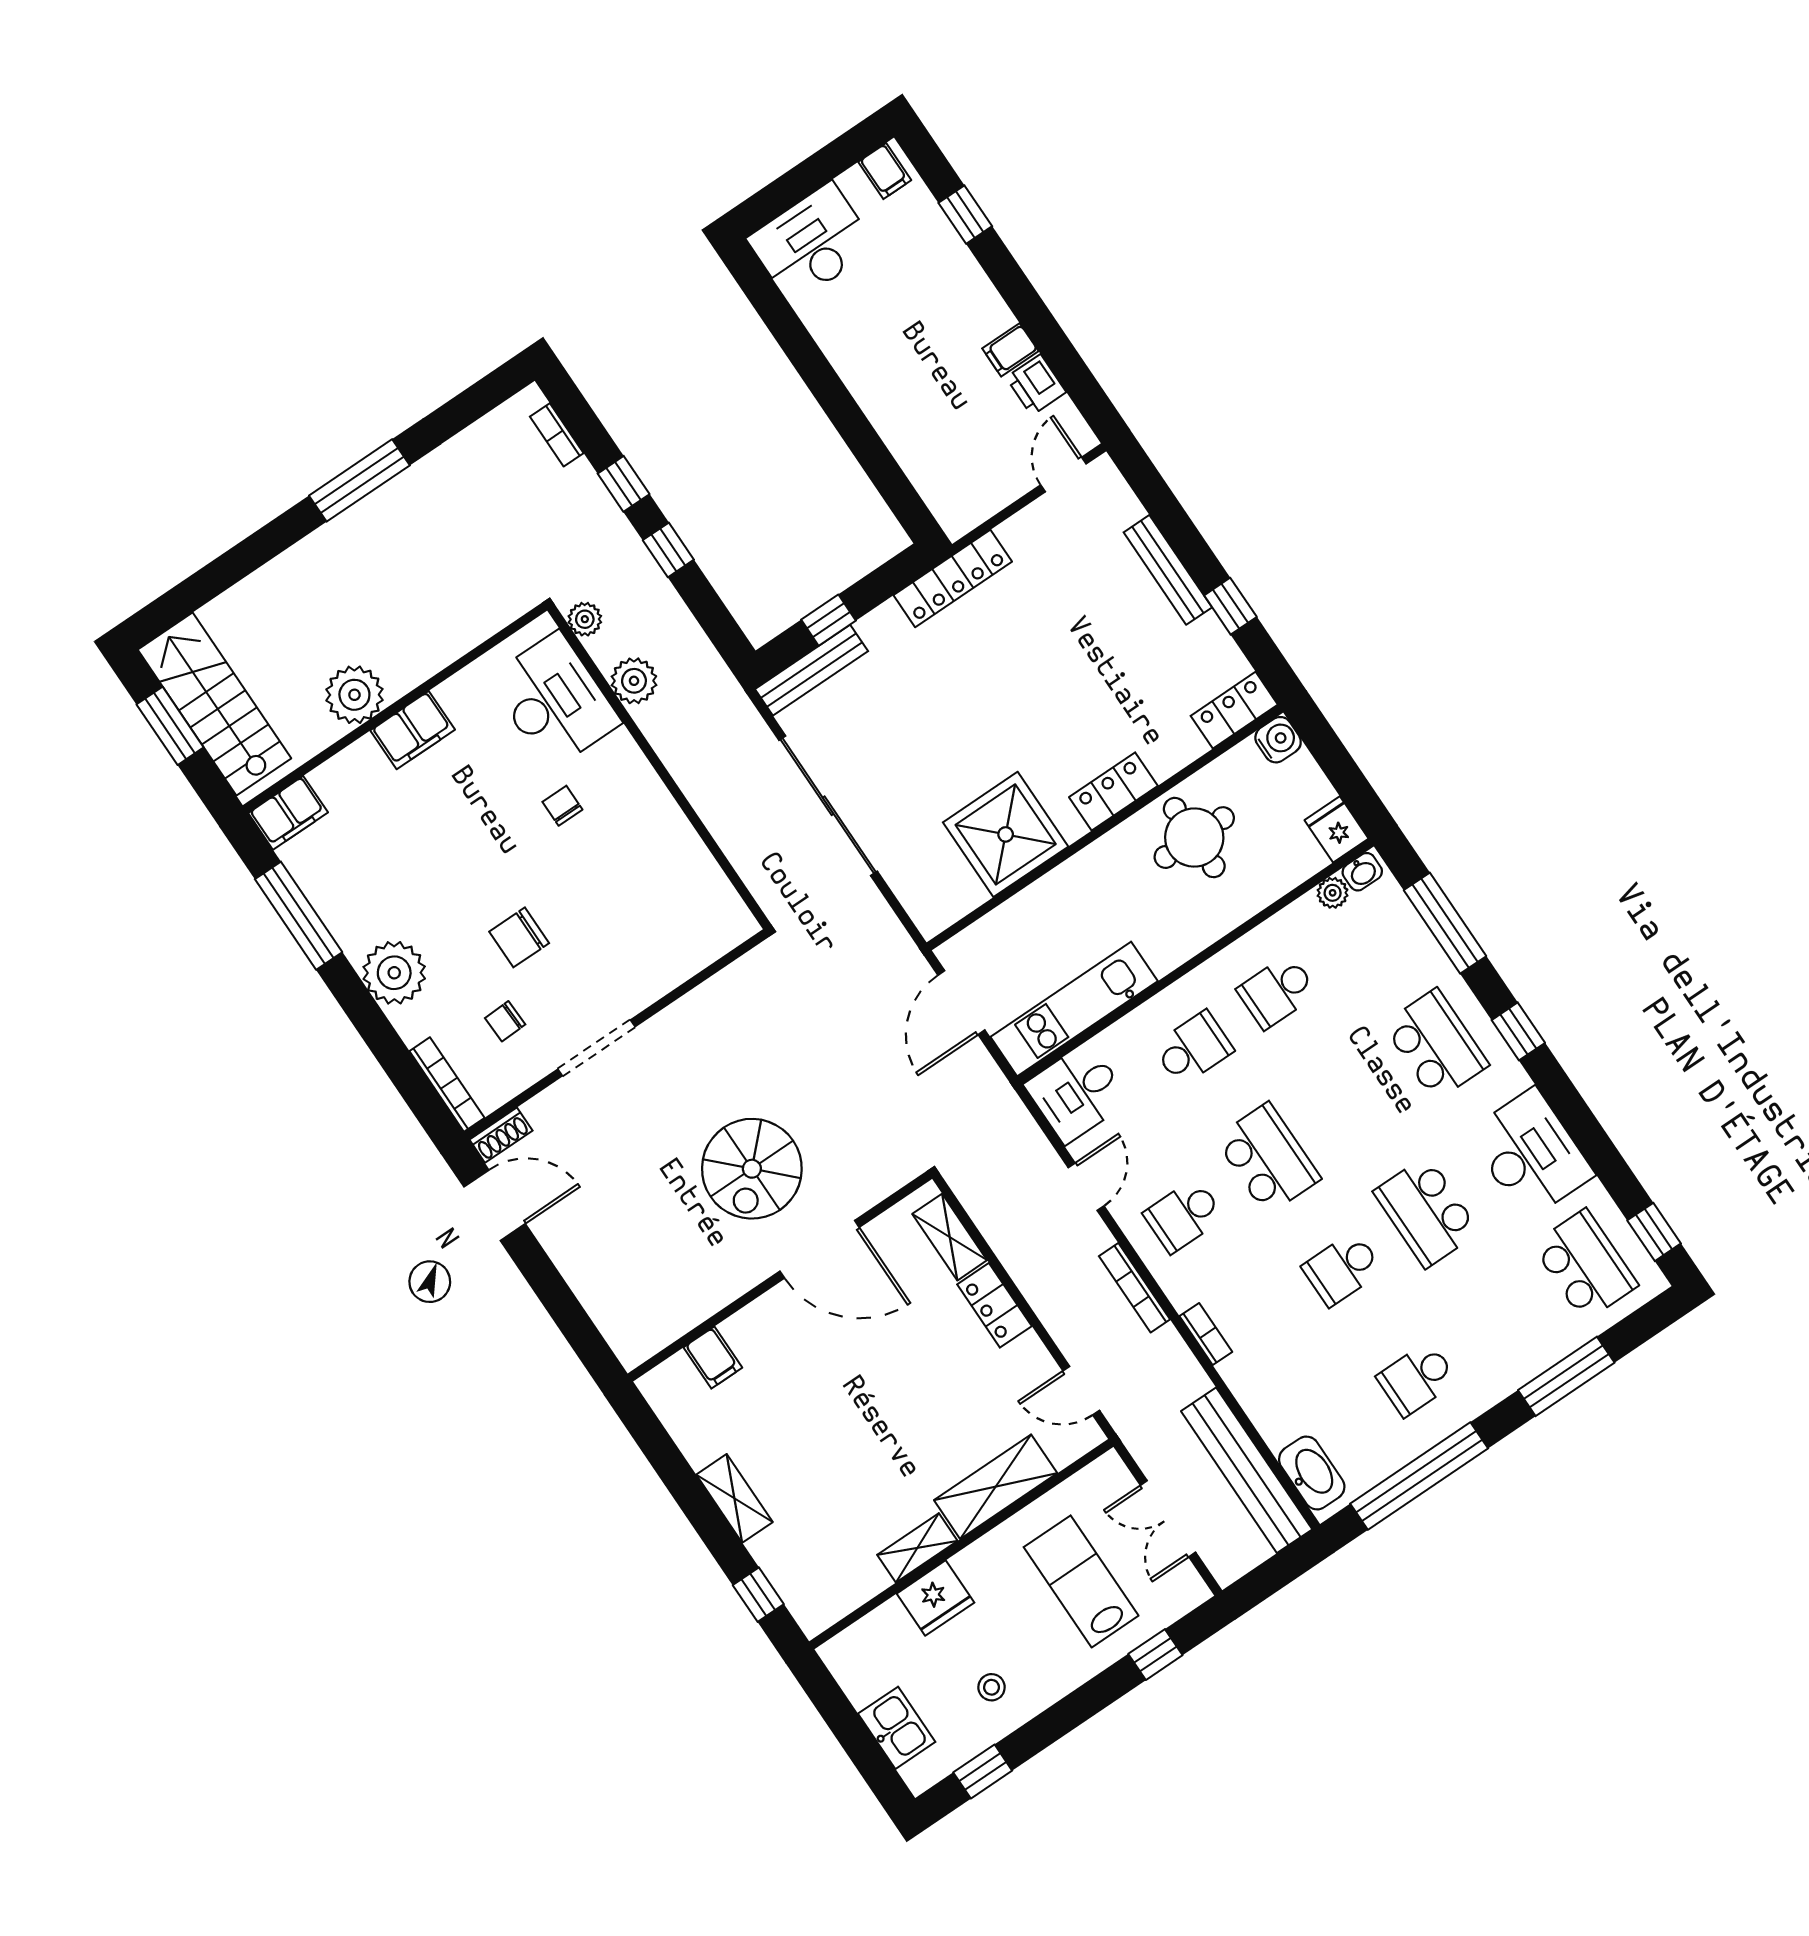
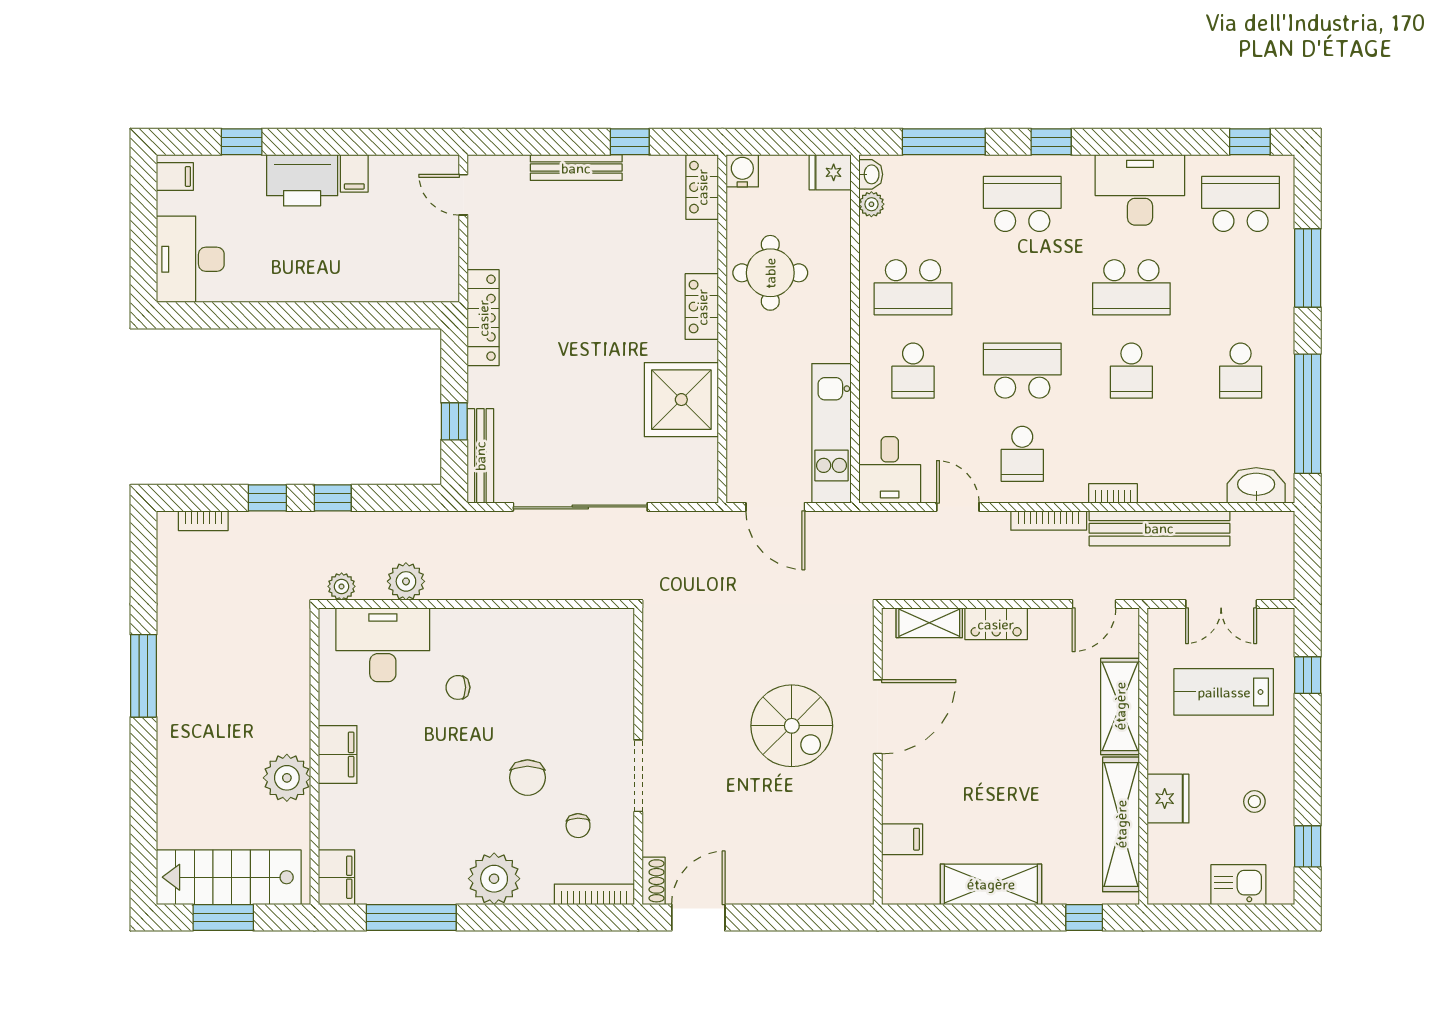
printer: (1036, 385) -> (302, 180), moved, width x1.87, depth x1.48
school desk: (1277, 991) -> (913, 287), width x1.85
school desk: (1193, 1048) -> (913, 371), turned 180
bench: (1247, 1470) -> (1159, 528), moved
shelving: (734, 1498) -> (991, 884), width x1.50, depth x1.33
shelving: (917, 1548) -> (1121, 824), width x2.20, depth x1.33

